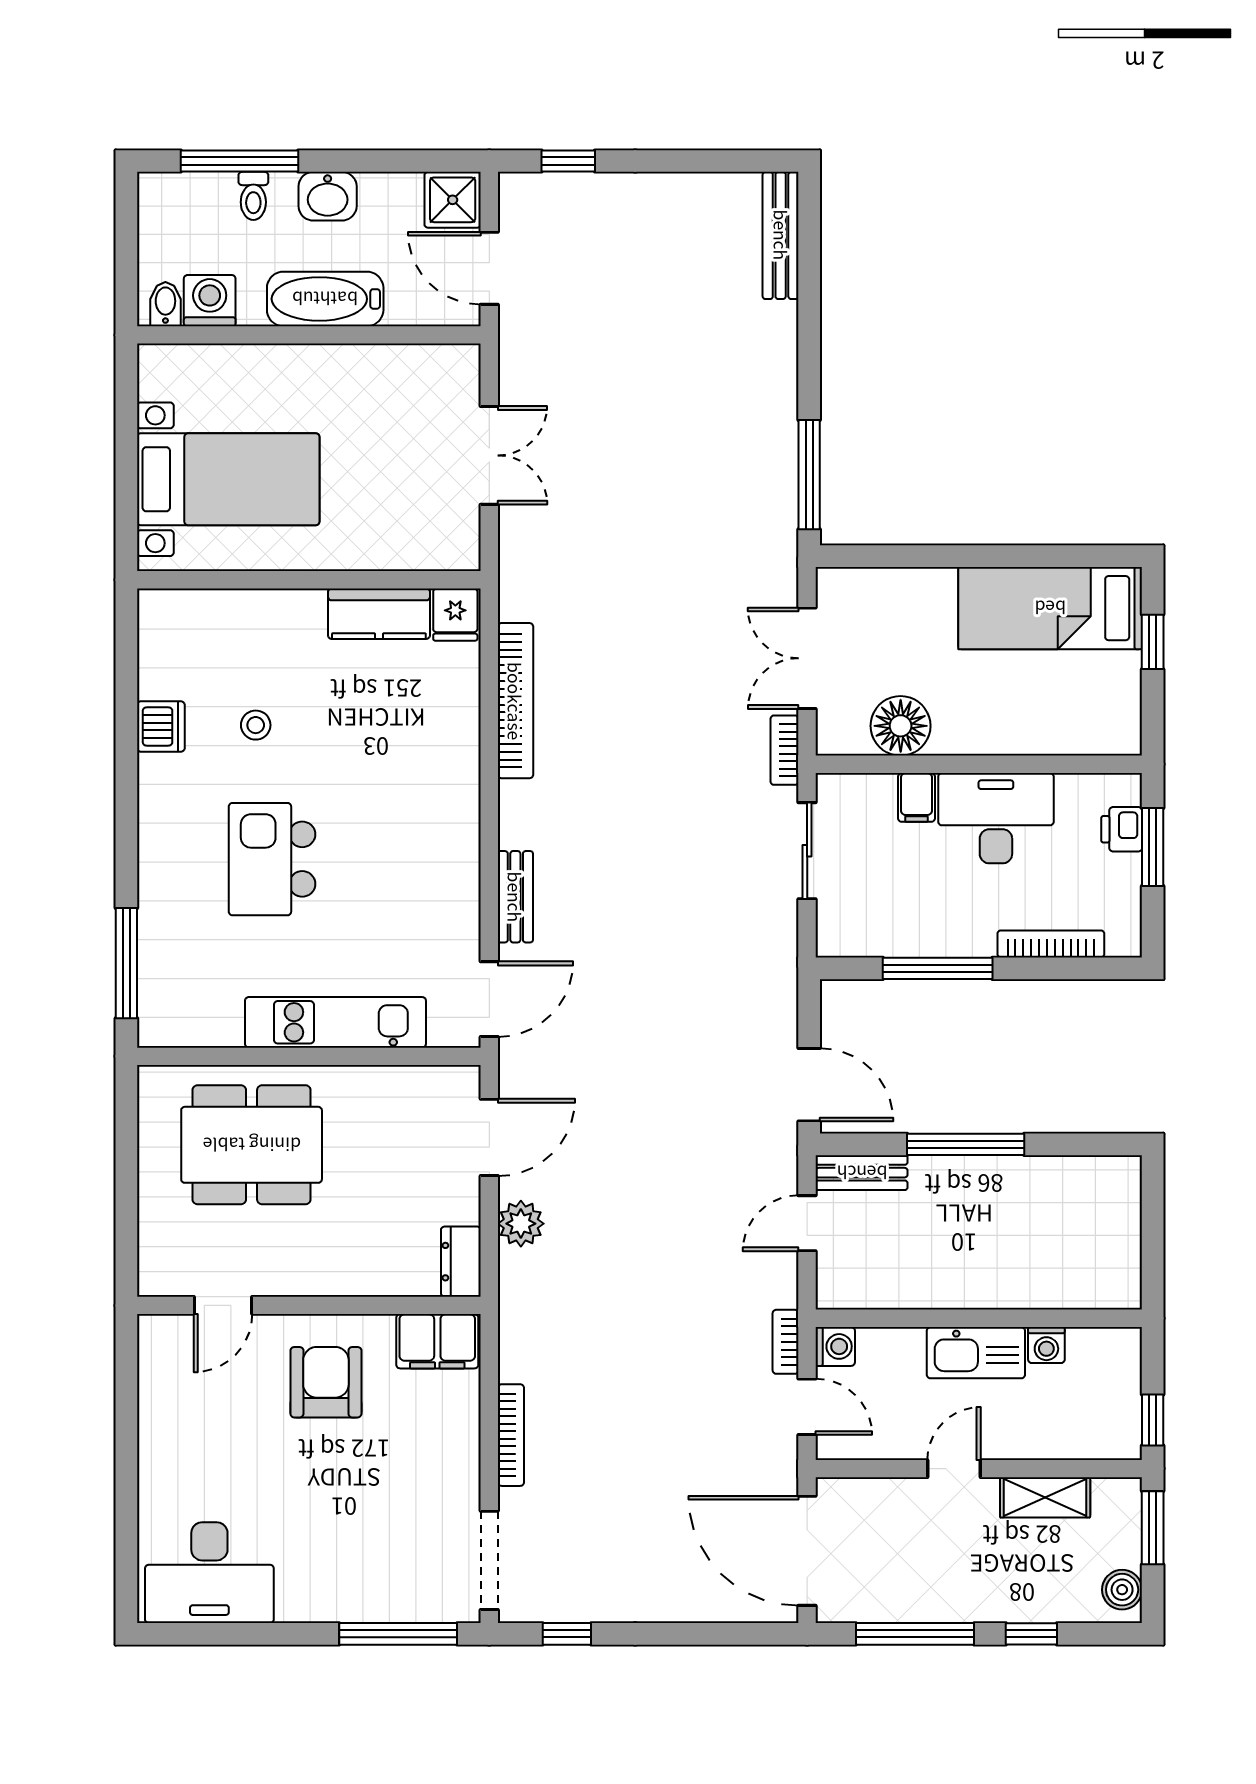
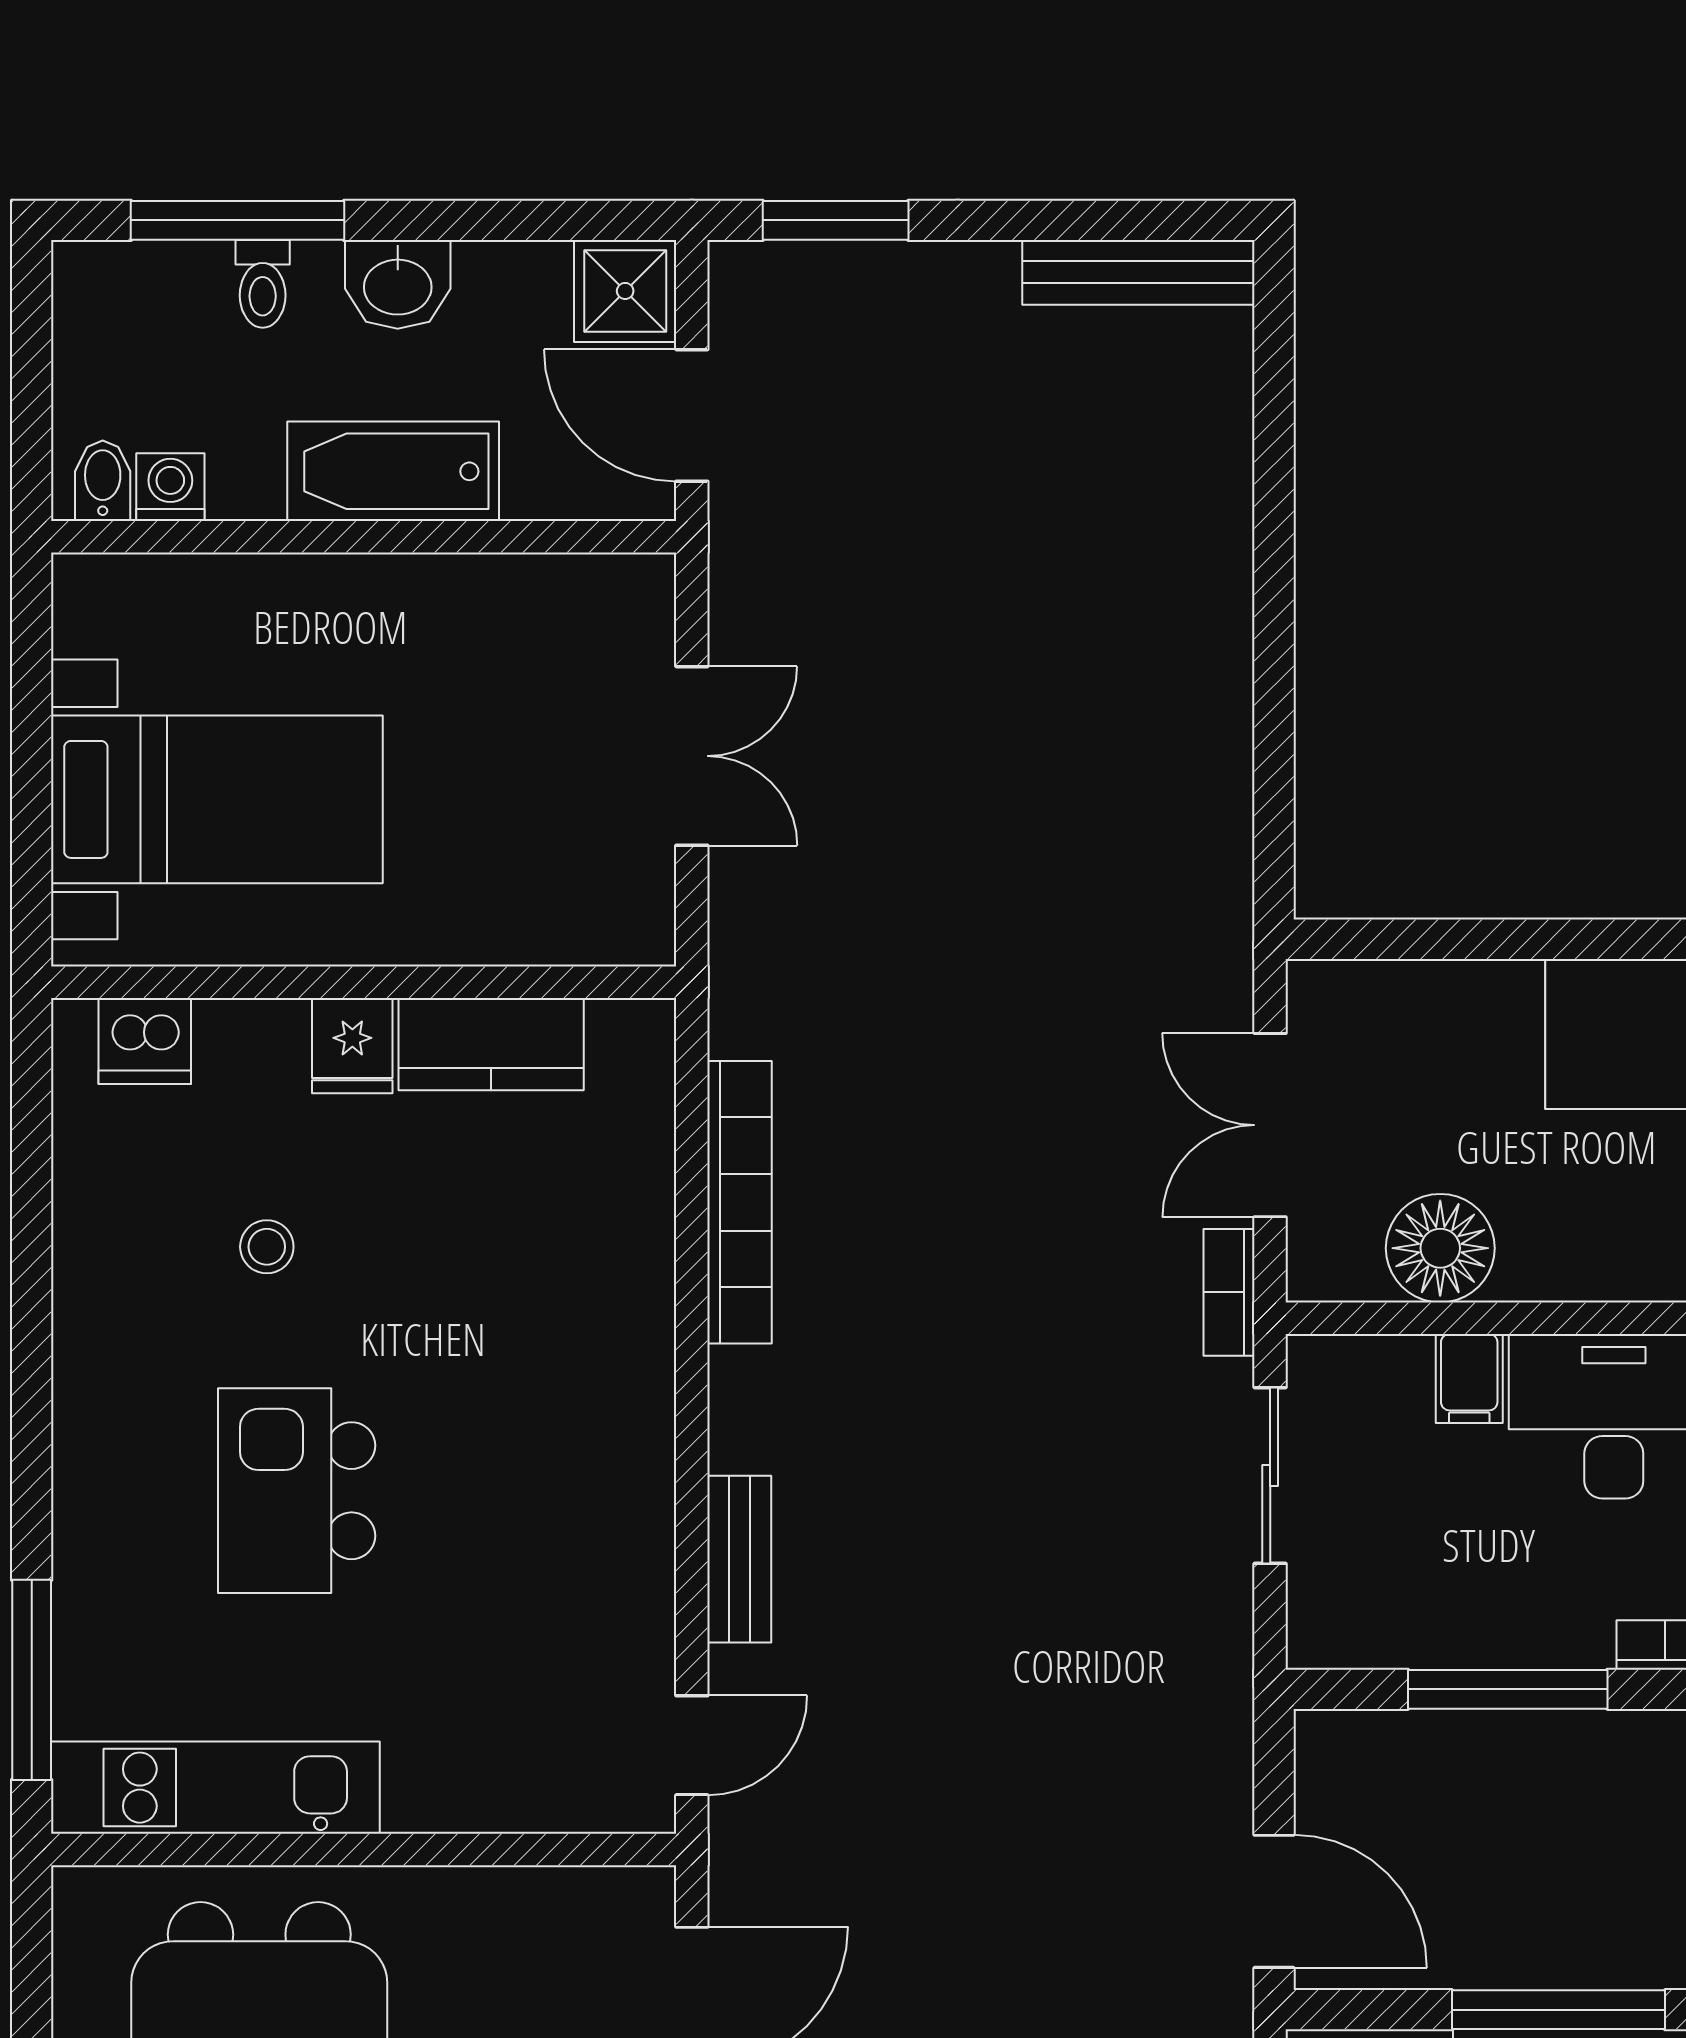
window: (568, 161) -> (836, 220), width x1.50
bench: (781, 235) -> (1138, 272), moved, turned 90
washing machine: (210, 301) -> (170, 487), width x0.73, depth x0.73
window: (809, 475) -> (1274, 791), removed
fridge: (455, 615) -> (352, 1046), moved
dishwasher: (161, 727) -> (145, 1041), moved, turned 90
door: (489, 999) -> (692, 1745), width x0.73
kitchen unit: (335, 1022) -> (215, 1788), moved

